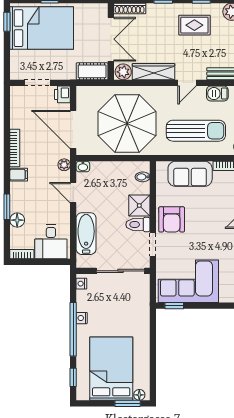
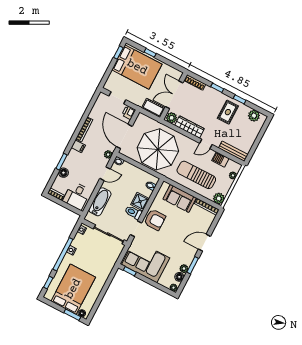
rug: (194, 25) -> (228, 112), turned 90
double door: (111, 39) -> (174, 95), swing flipped
sun lounger: (196, 131) -> (196, 175), turned 180
door: (73, 193) -> (105, 174), swing flipped
armchair: (172, 219) -> (155, 220), turned -90

